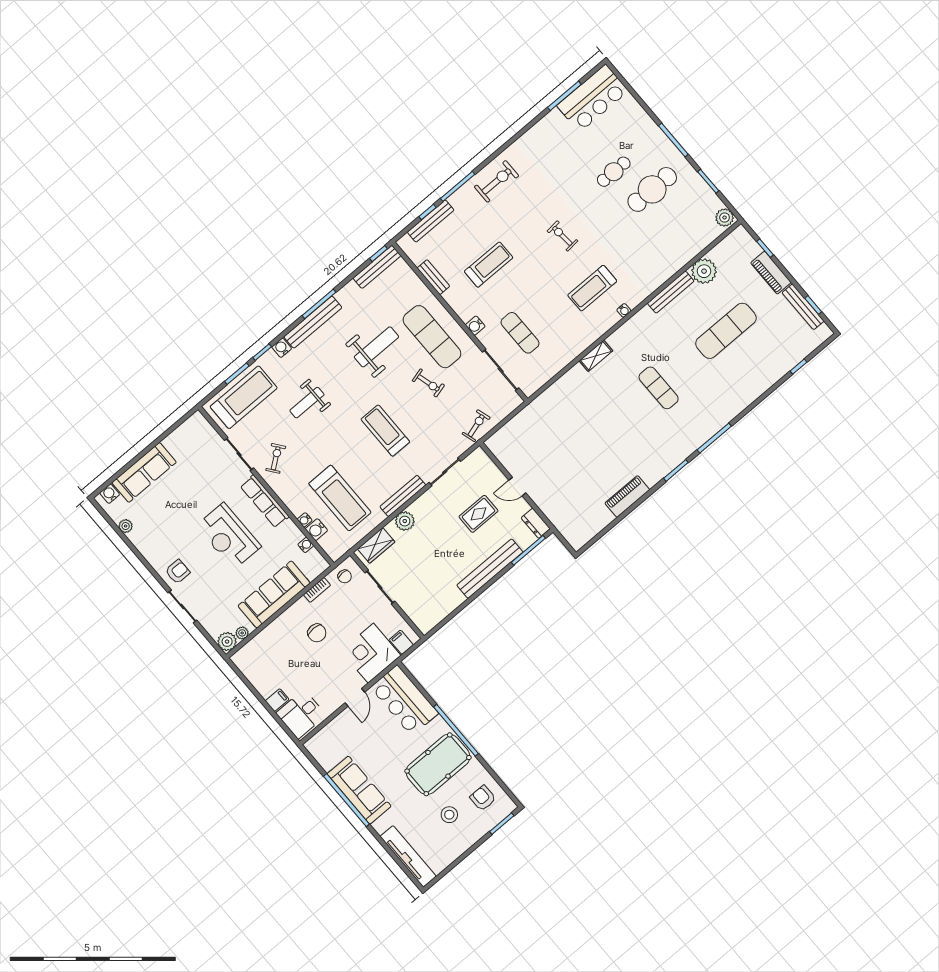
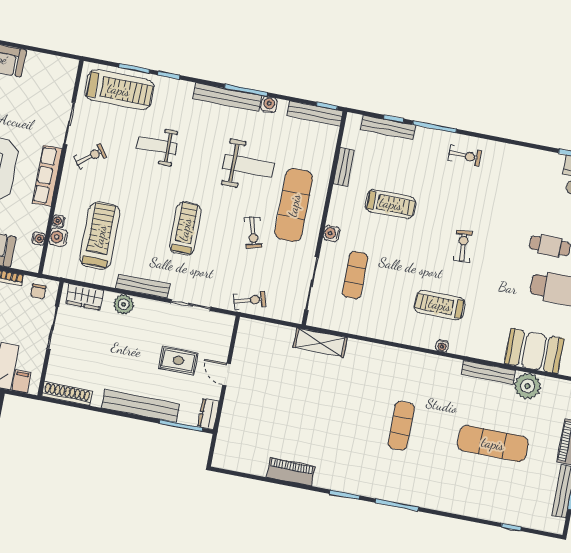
exercise bike: (497, 181) -> (465, 156), width x0.73, depth x0.72
booth: (682, 246) -> (534, 351), added
water cooler: (282, 348) -> (269, 105), moved
shelving: (596, 356) -> (320, 343), moved, width x1.50, depth x1.33
treadmill: (340, 498) -> (100, 236), turned 180
shoe rack: (437, 616) -> (67, 394), added

